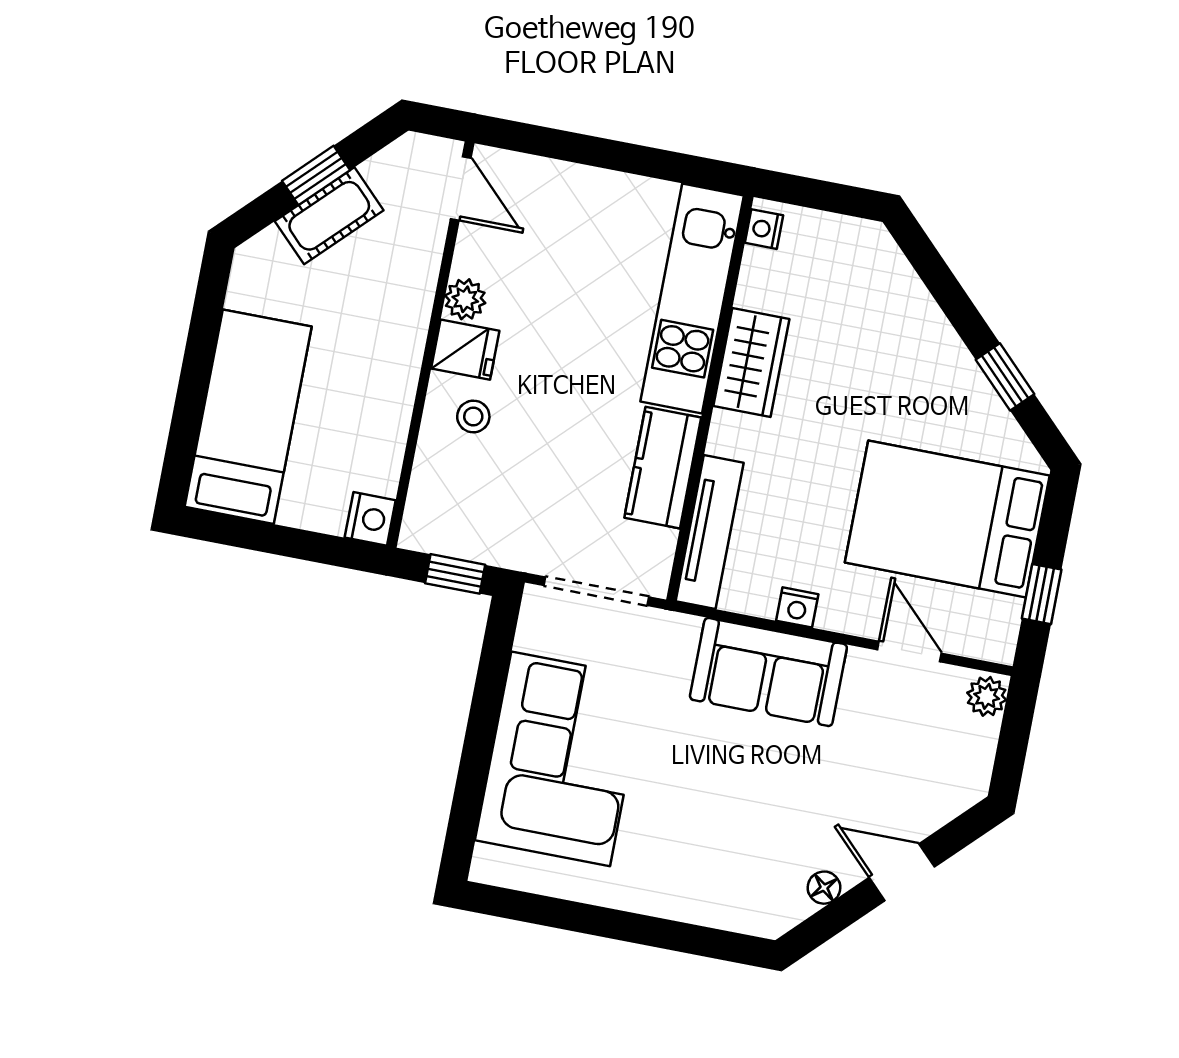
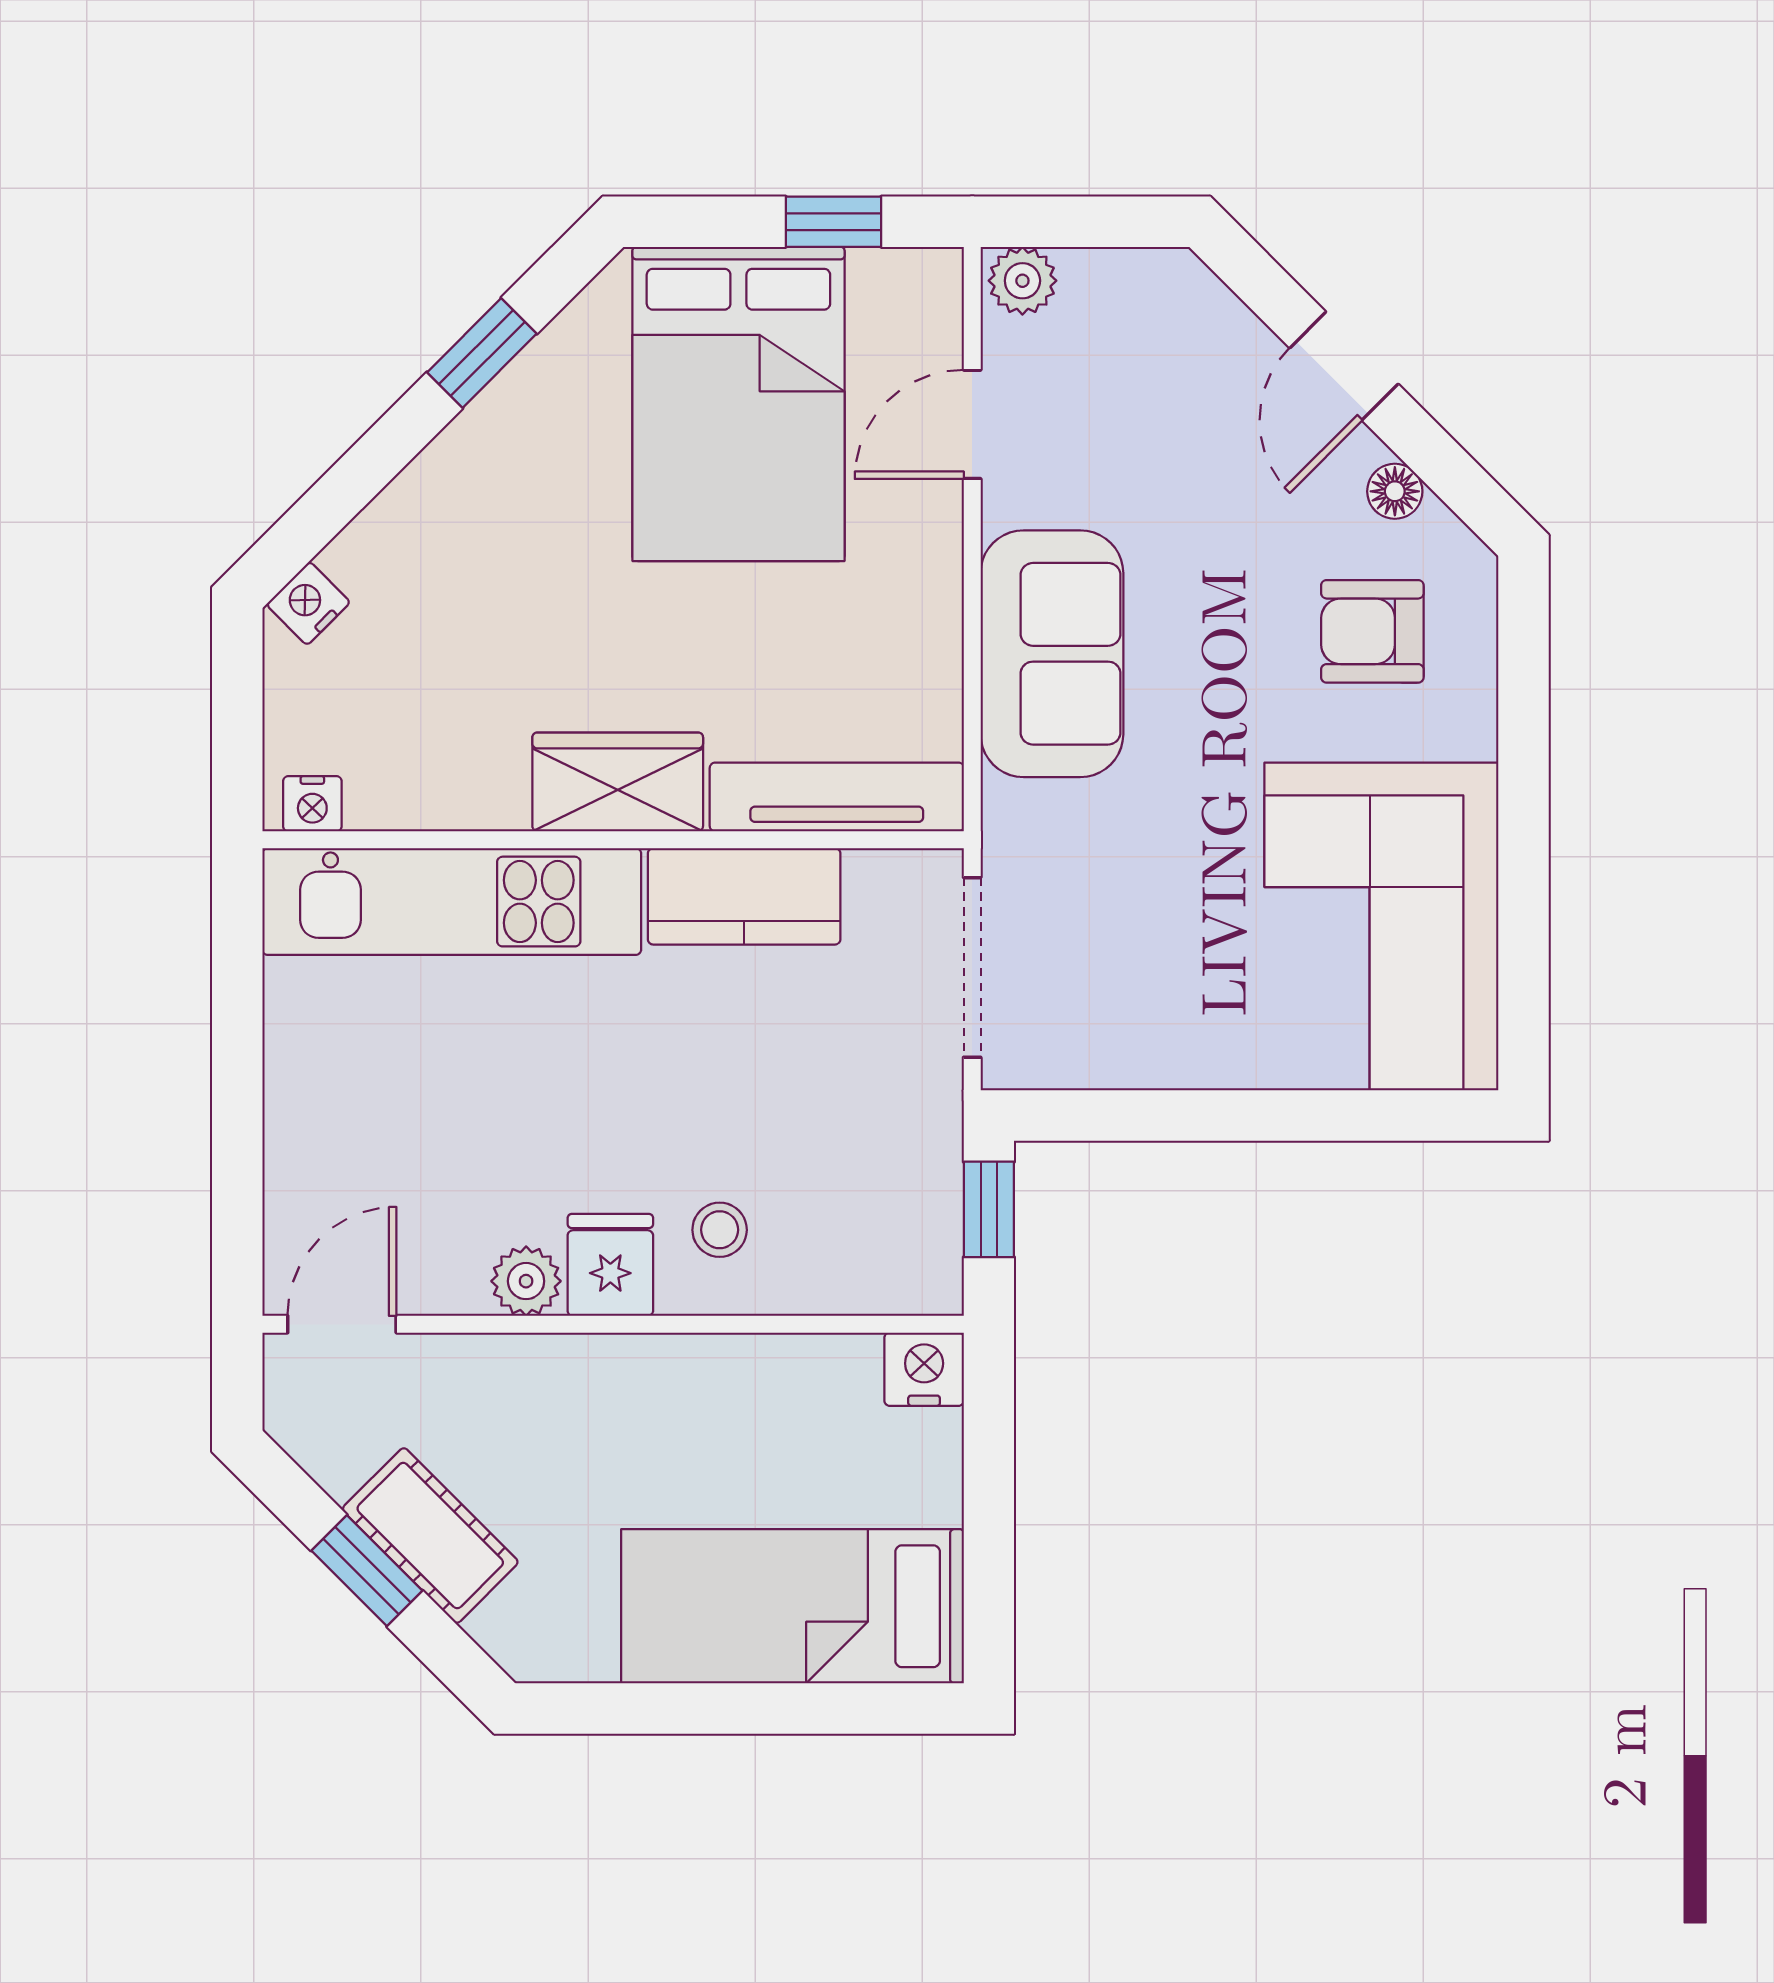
wardrobe: (751, 362) -> (618, 782), moved
nightstand: (797, 607) -> (308, 603), moved, turned -135
corner sofa: (561, 759) -> (1381, 926), moved, turned -90
armchair: (746, 859) -> (1372, 631), added

